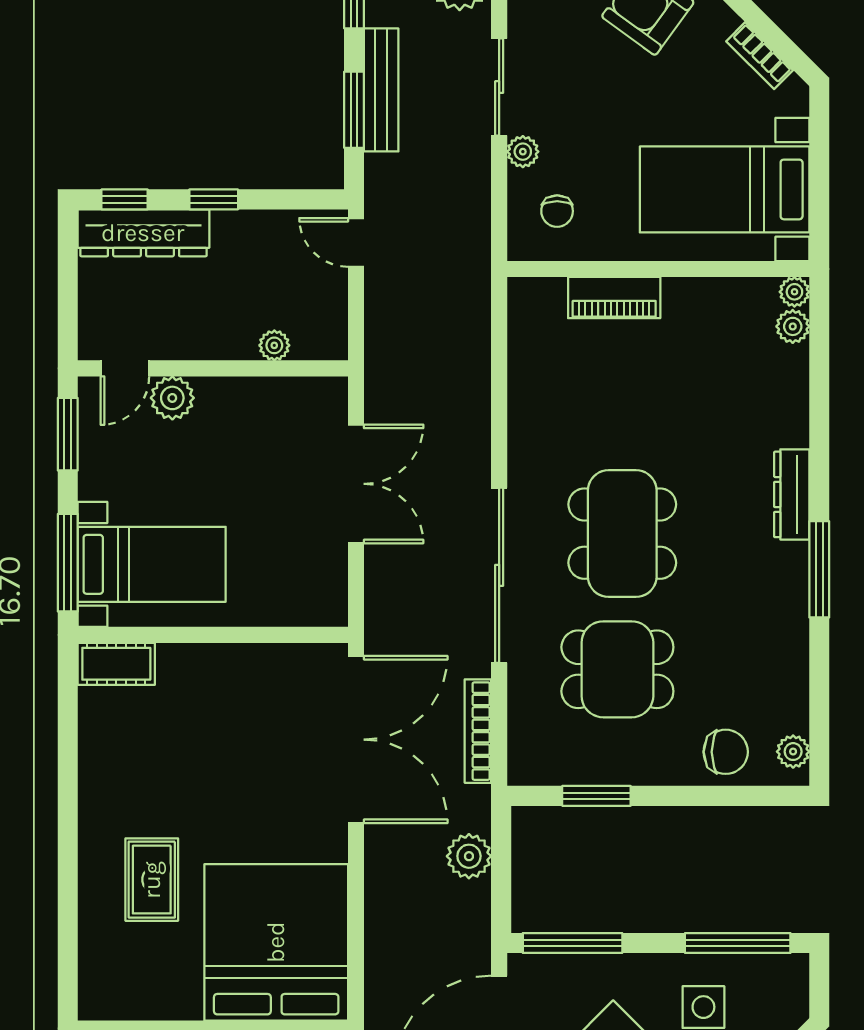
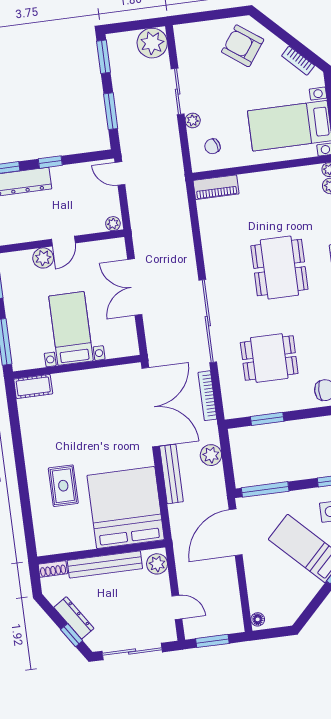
bench: (381, 90) -> (171, 474), moved
chair: (557, 211) -> (212, 146), turned 72
piano: (614, 298) -> (216, 187), moved
plant: (274, 345) -> (113, 224), moved
door: (125, 368) -> (63, 241), moved
double door: (356, 484) -> (135, 287), swing flipped
dining table: (622, 534) -> (279, 268), moved
bed with nightstands: (152, 564) -> (71, 328), moved, turned -90

